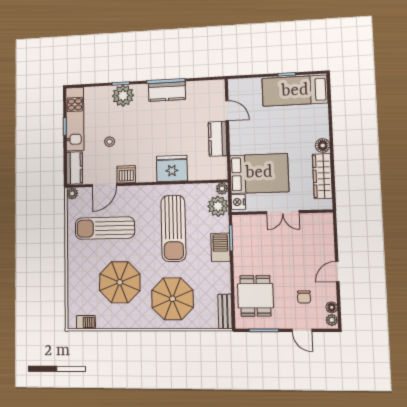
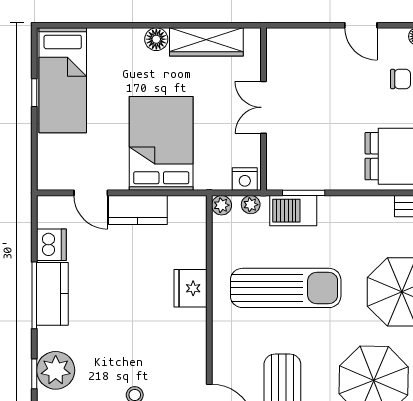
door: (227, 111) -> (91, 193), swing flipped
fridge: (172, 168) -> (190, 288), width x0.73, depth x0.75
bed: (259, 173) -> (161, 143), moved
dishwasher: (126, 174) -> (51, 245), moved, turned 180
plant: (218, 206) -> (251, 205), width x0.53, depth x0.53
double door: (283, 212) -> (263, 107), swing flipped
barbecue: (220, 247) -> (293, 211), moved

